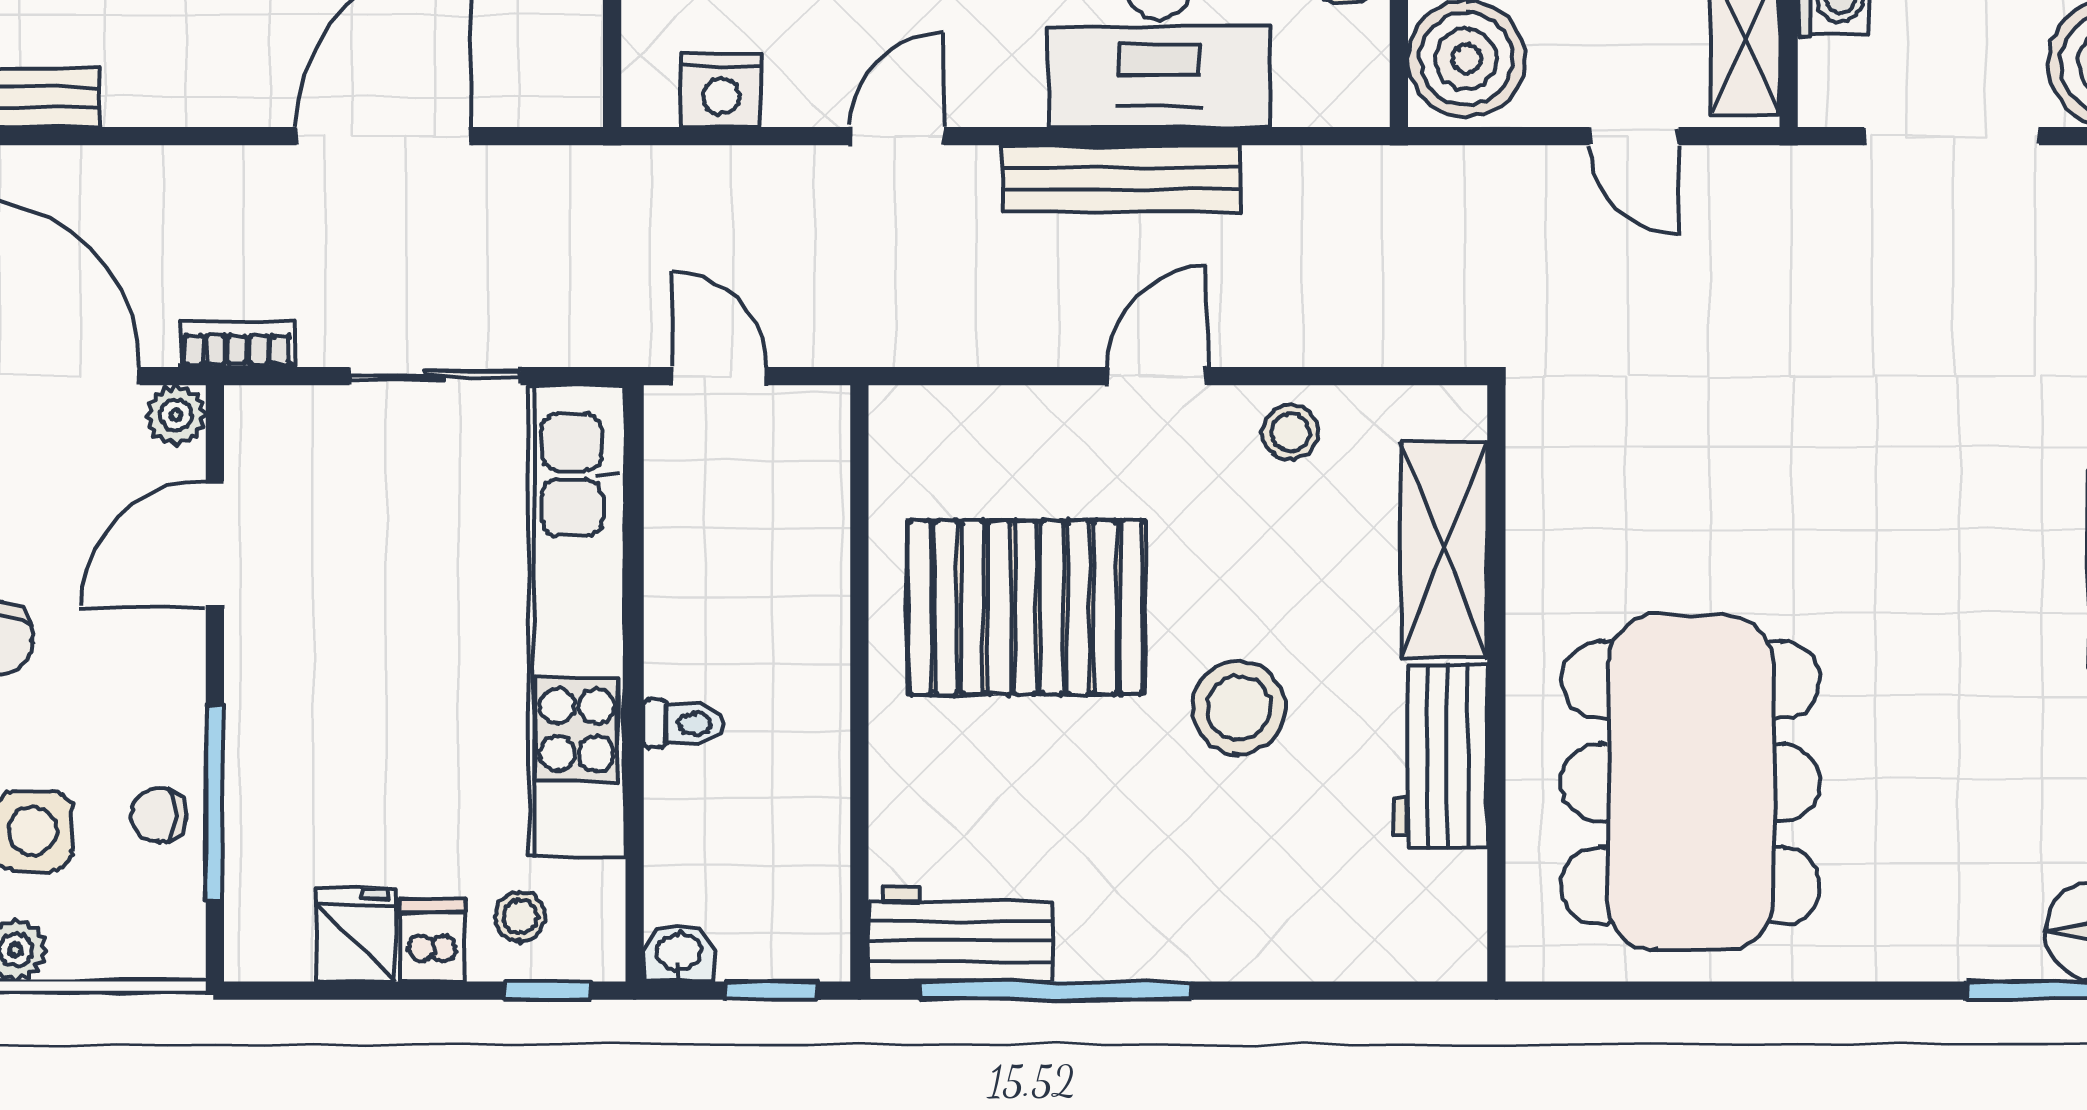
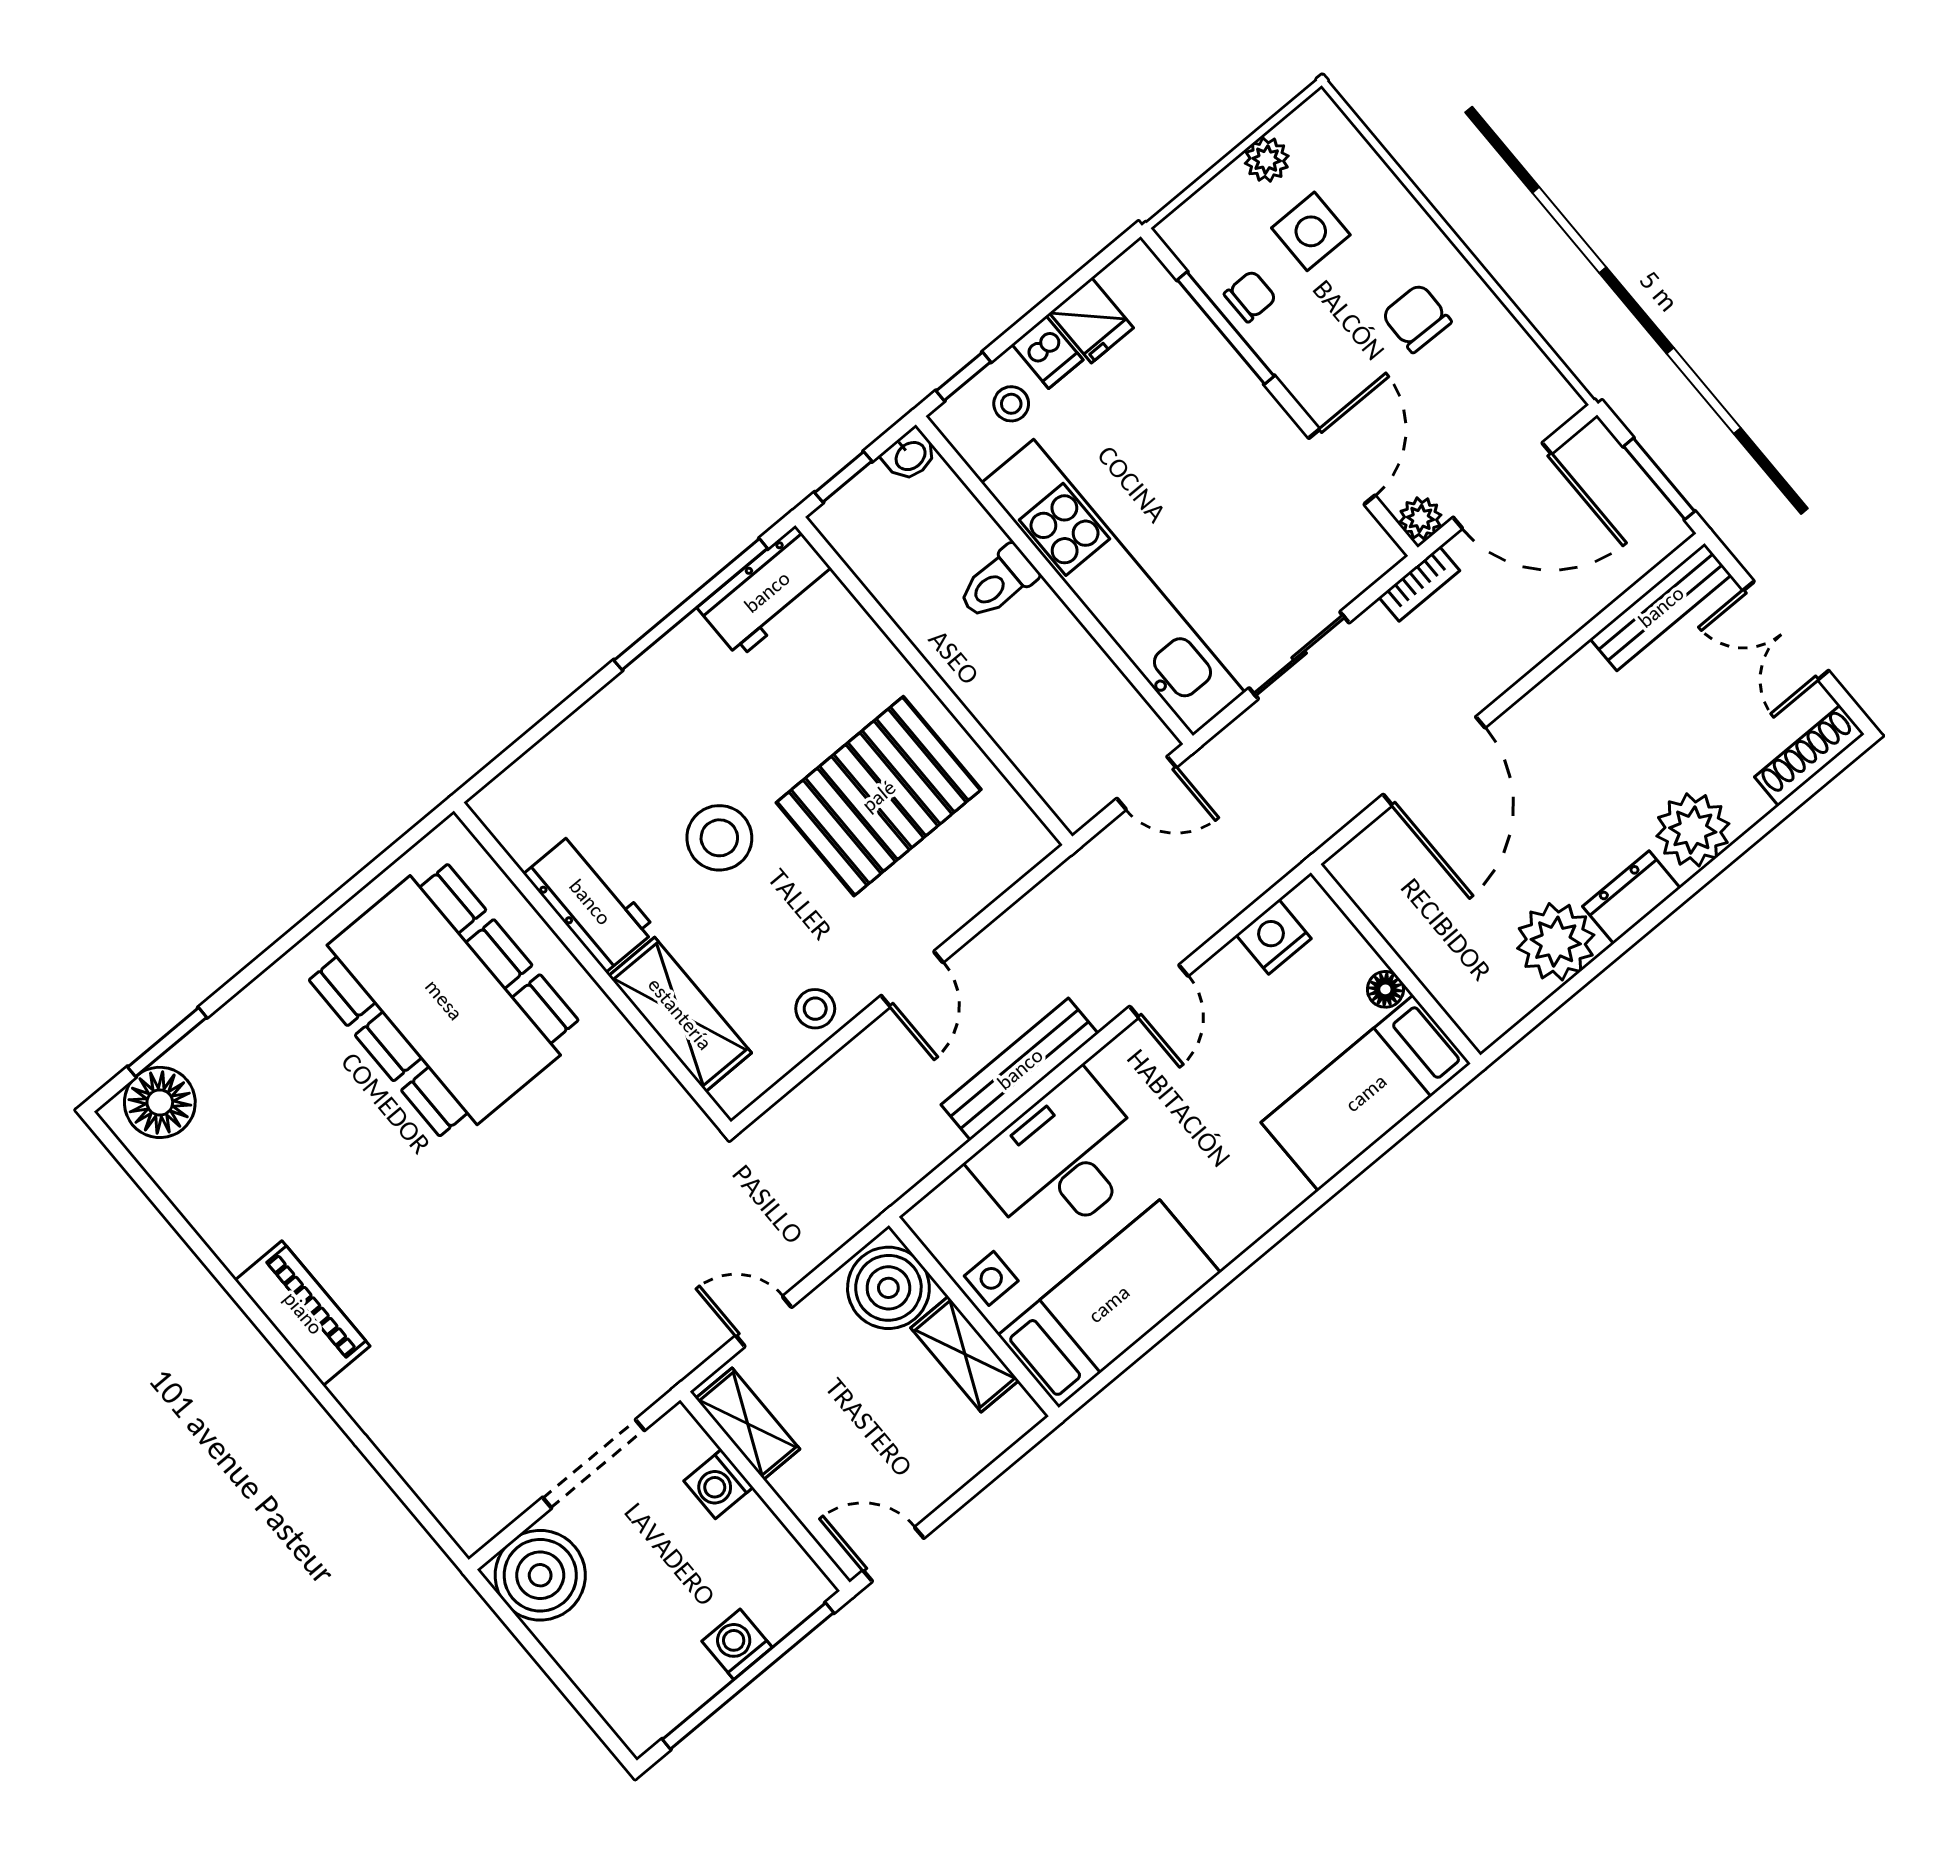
toilet: (683, 724) -> (998, 582), width x1.37, depth x1.39

